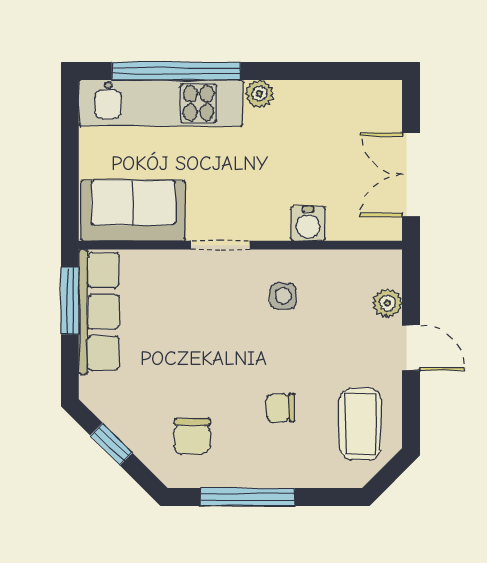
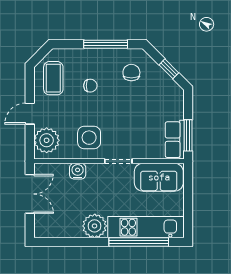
plant: (259, 94) -> (95, 226), width x1.88, depth x1.88
side table: (283, 296) -> (89, 138), width x1.87, depth x1.87
plant: (388, 303) -> (47, 140), width x1.88, depth x1.88
row of seats: (99, 312) -> (175, 140), width x0.68
door: (411, 348) -> (30, 114), hinge flipped

